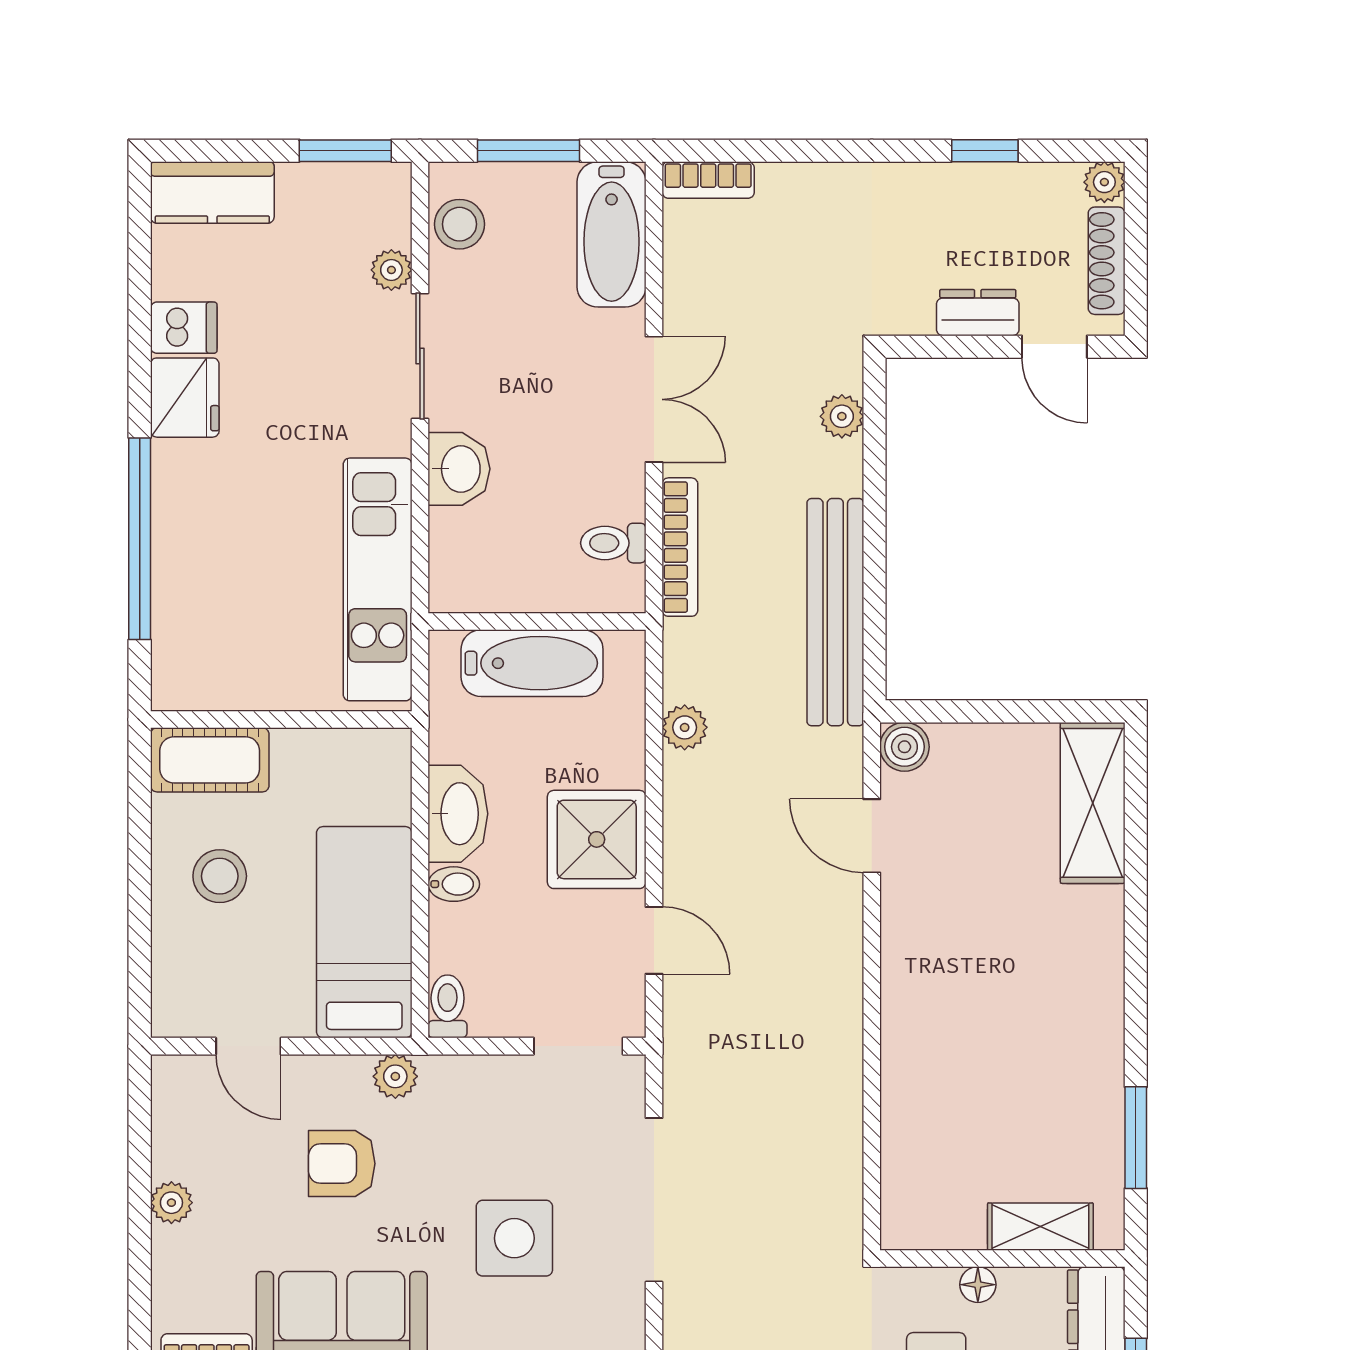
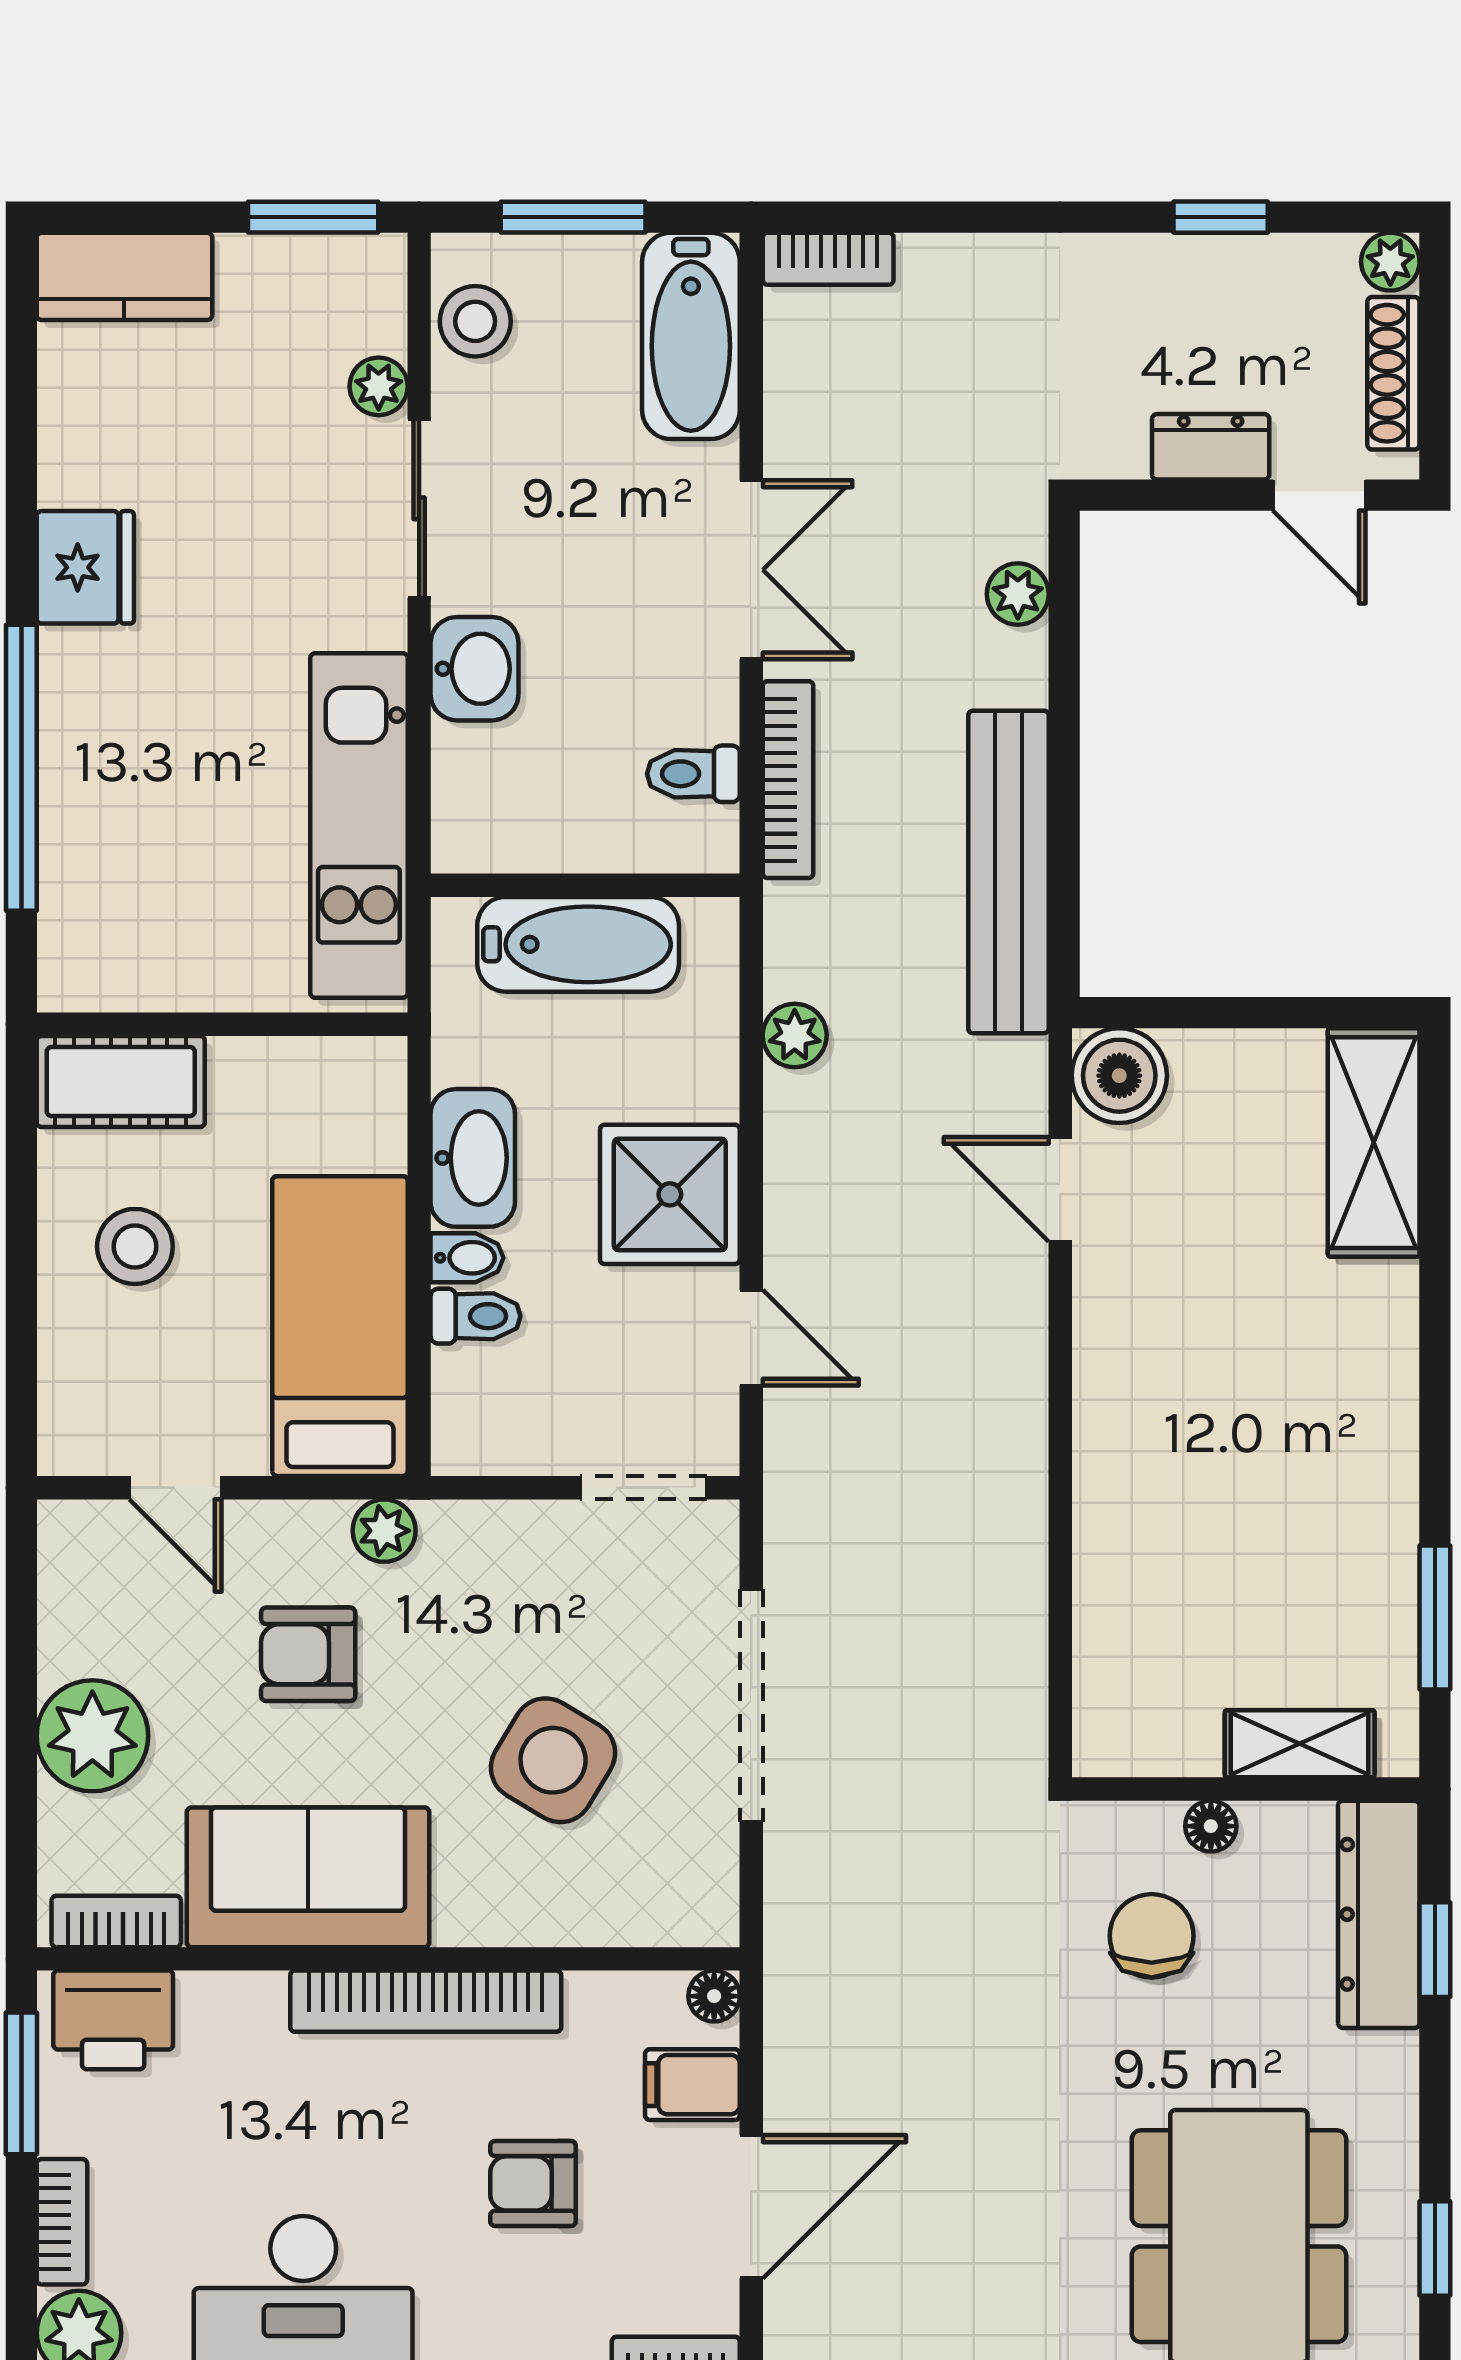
dishwasher: (184, 328) -> (84, 468), removed
boiler: (904, 747) -> (1119, 1076), width x1.36, depth x1.36
toilet: (448, 1006) -> (475, 1316), moved, turned 90
plant: (171, 1203) -> (92, 1736), width x1.88, depth x1.88
side table: (514, 1238) -> (553, 1760), turned 31

